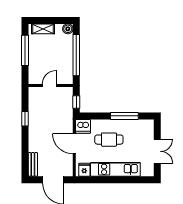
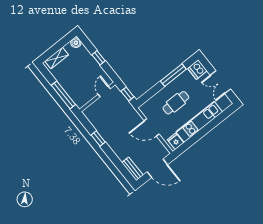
window: (25, 50) -> (63, 95), moved
window: (76, 55) -> (99, 58), width x0.32
door: (49, 85) -> (104, 91), moved
dishwasher: (83, 126) -> (197, 70), moved, turned 90
double door: (157, 151) -> (220, 82), swing flipped

